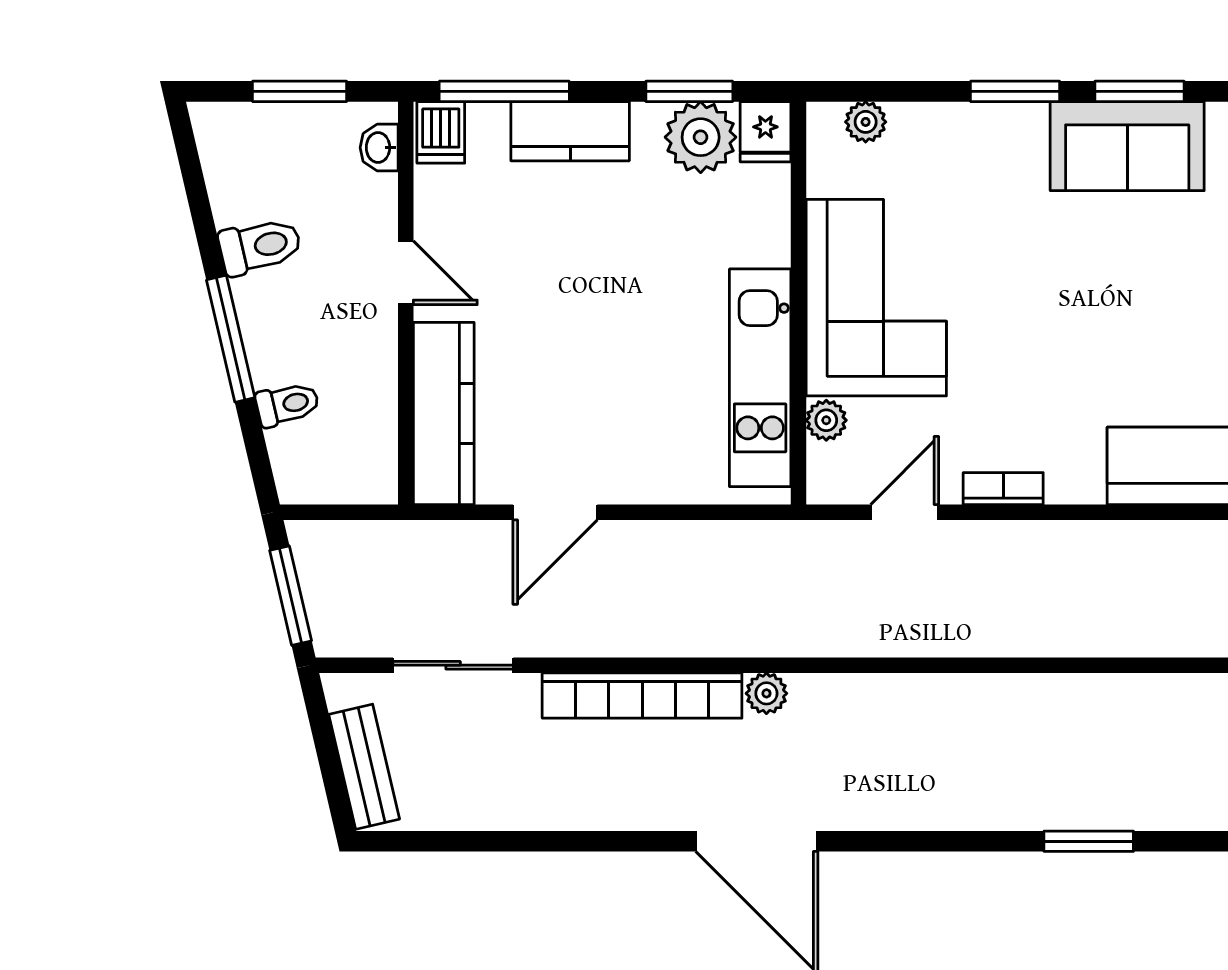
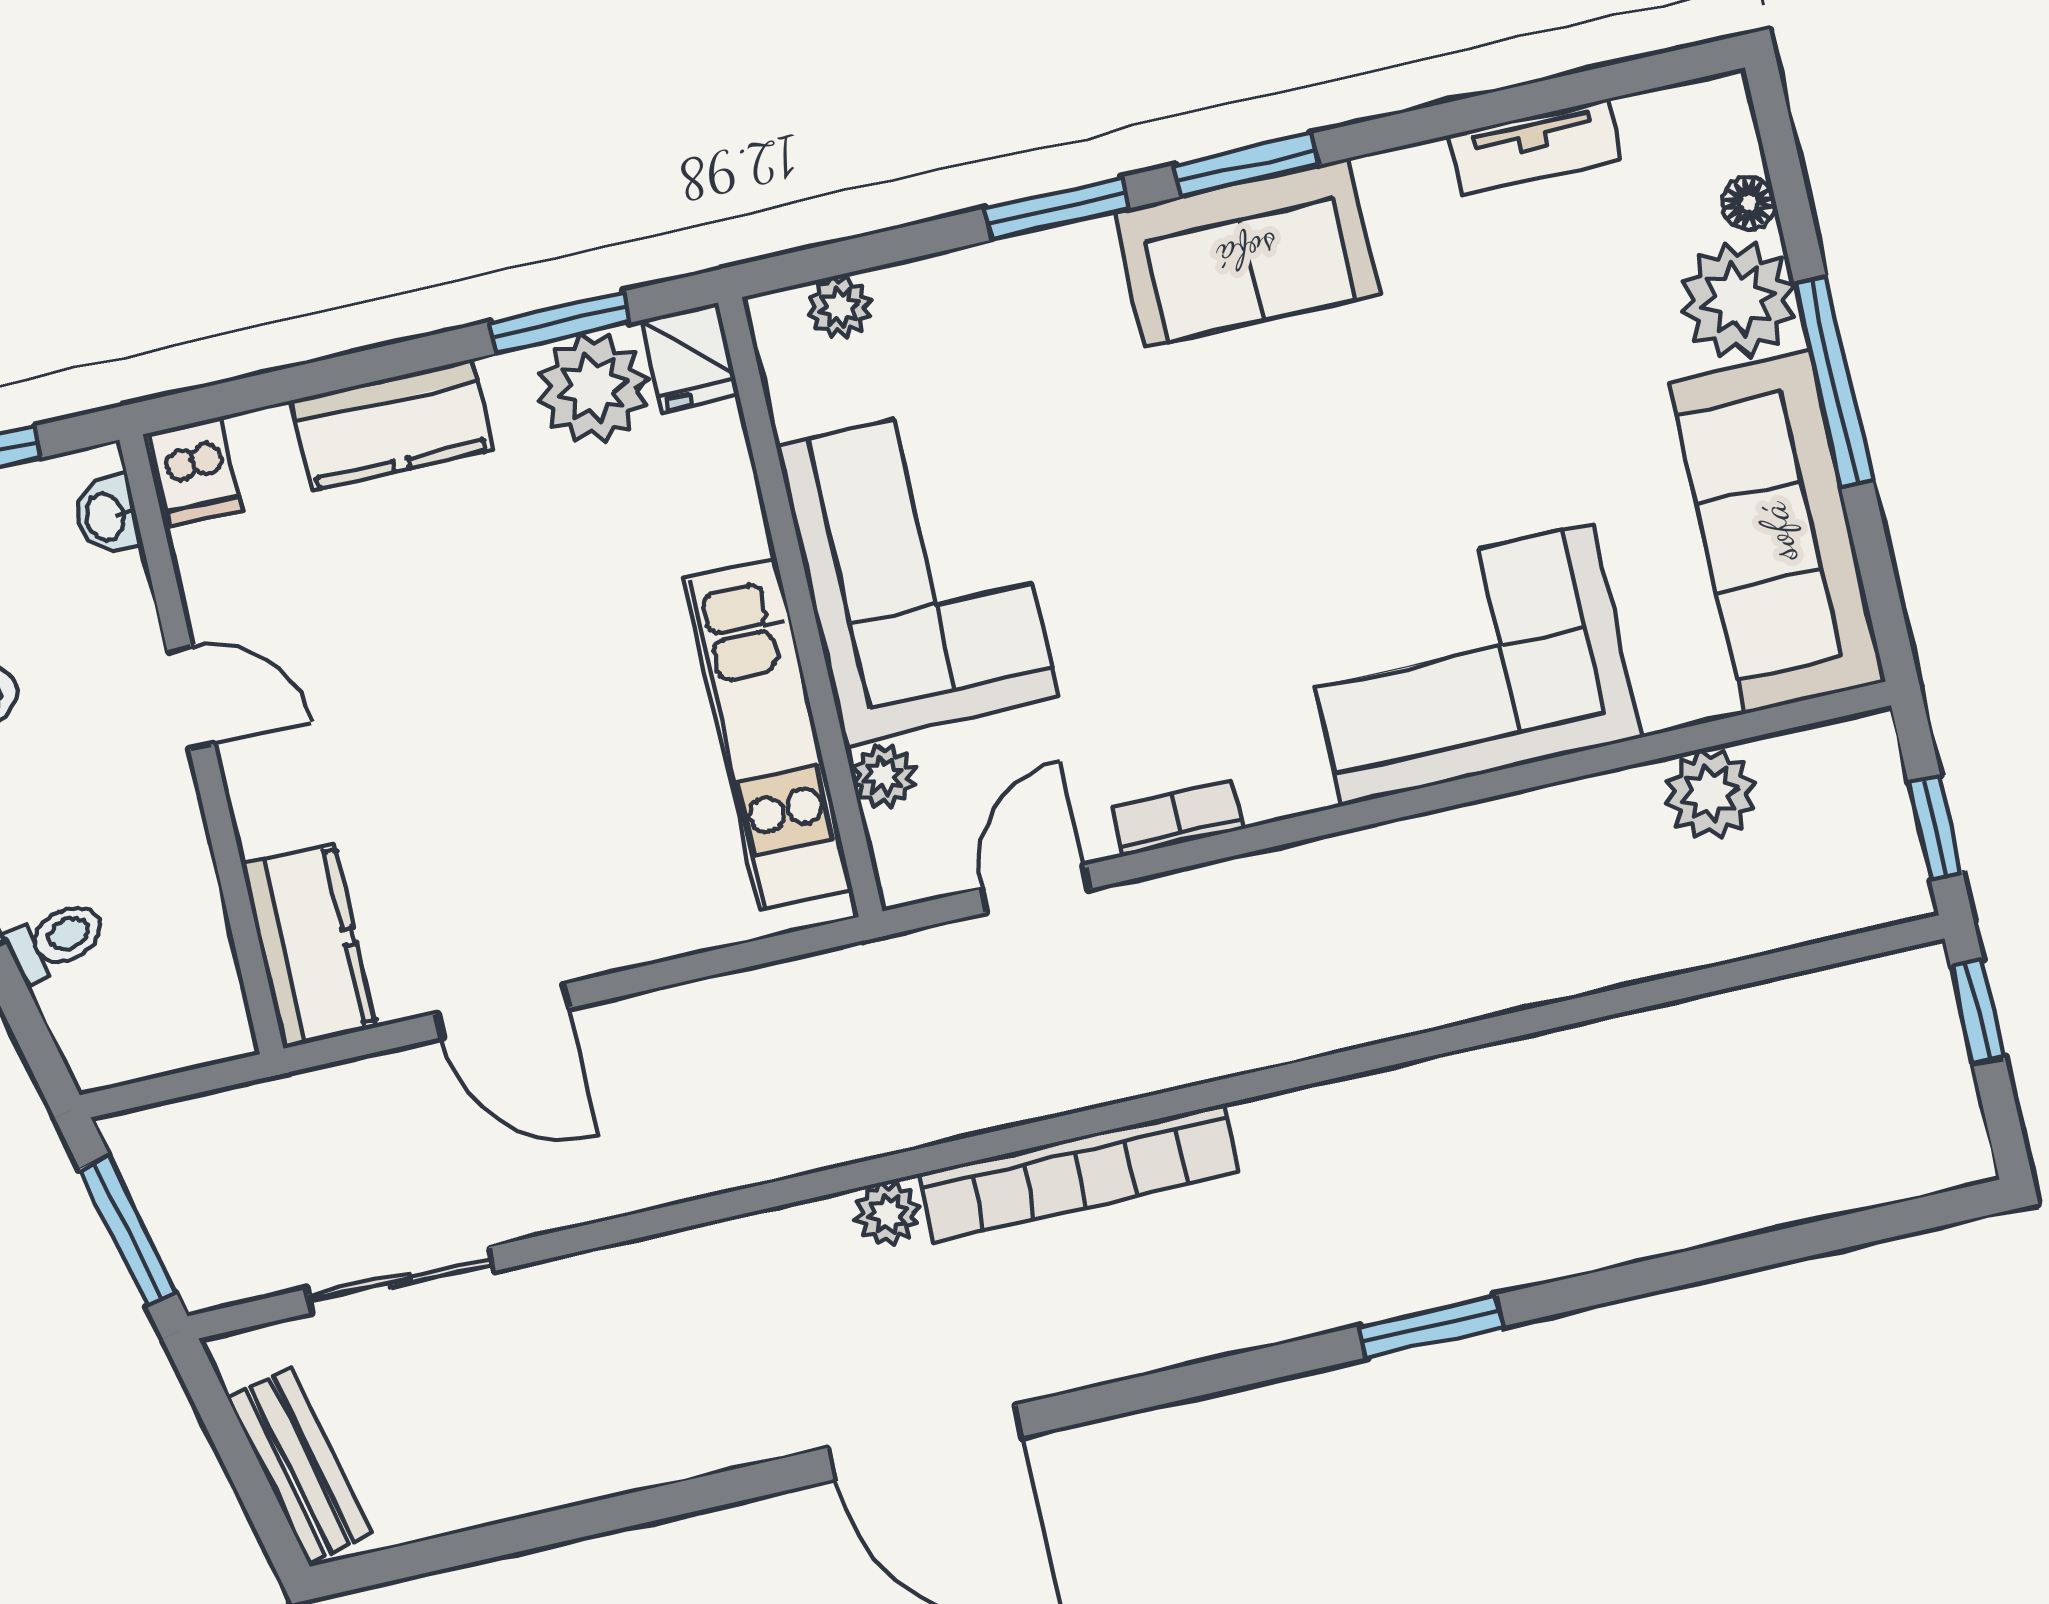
window: (504, 91) -> (278, 387), removed
kitchen counter: (444, 413) -> (308, 946), width x0.67
door: (555, 512) -> (502, 1011), hinge flipped
bookcase: (642, 696) -> (1078, 1173), moved

